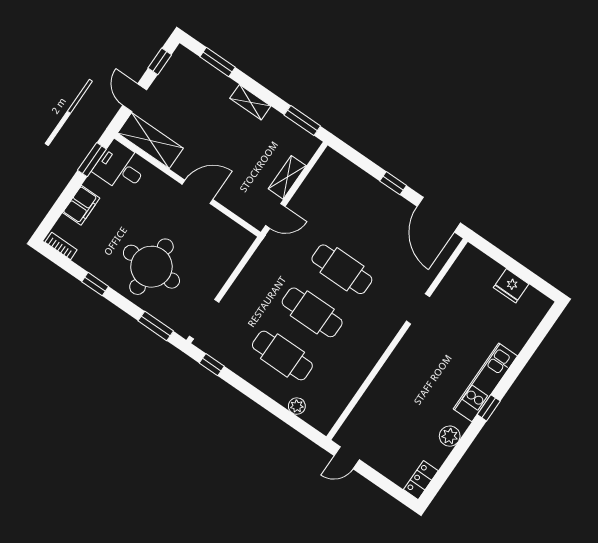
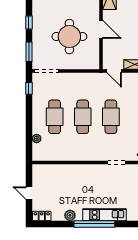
round table: (151, 267) -> (69, 37), moved
window: (95, 284) -> (29, 22), moved
window: (489, 408) -> (94, 224), width x3.17
door: (347, 458) -> (29, 193), moved

